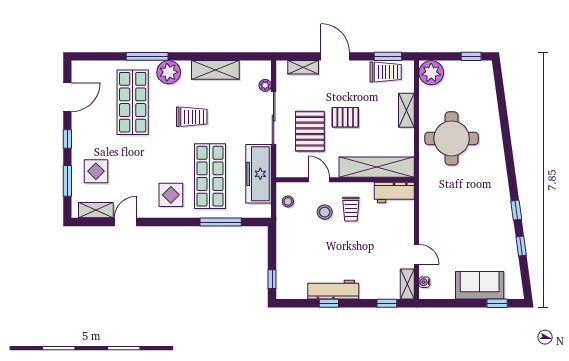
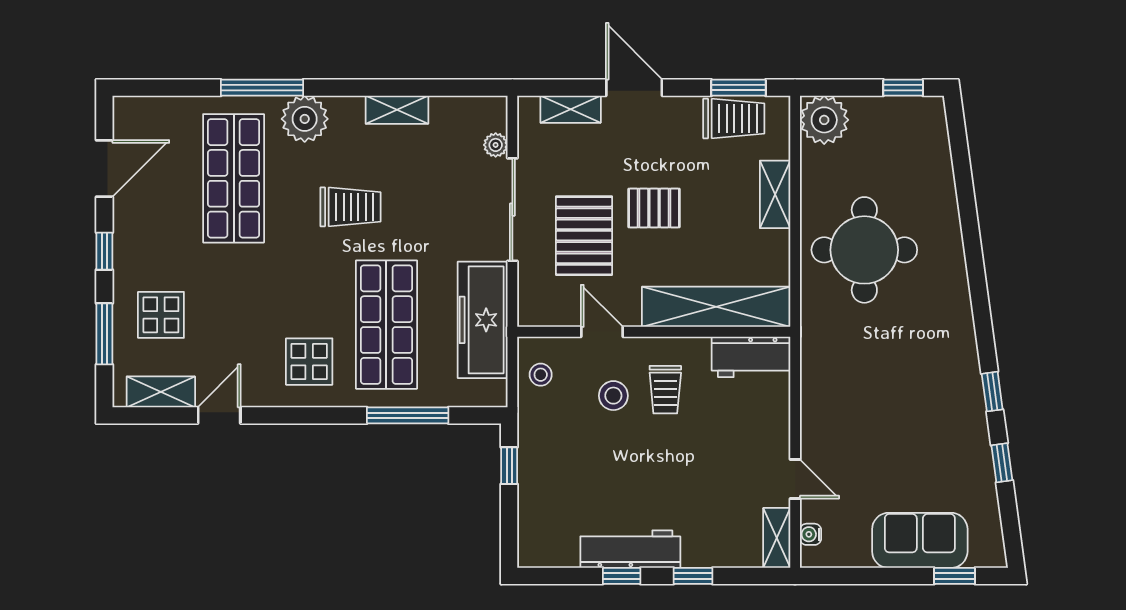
shelving: (215, 70) -> (397, 110), width x0.67, depth x0.75
window: (272, 279) -> (509, 466), moved
window: (387, 303) -> (693, 576), moved

